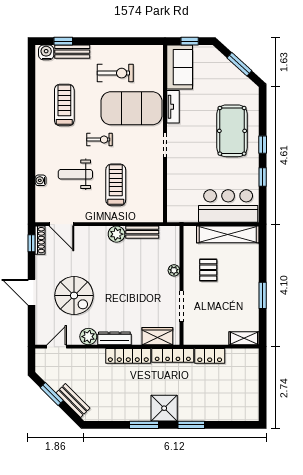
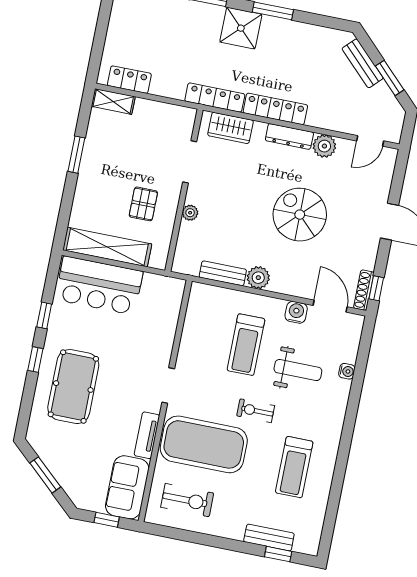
water cooler: (46, 52) -> (296, 312), moved, turned 180
exercise bike: (115, 73) -> (187, 500), moved, turned 180
spiral stairs: (74, 296) -> (300, 215), moved
locker: (210, 356) -> (129, 80), moved

